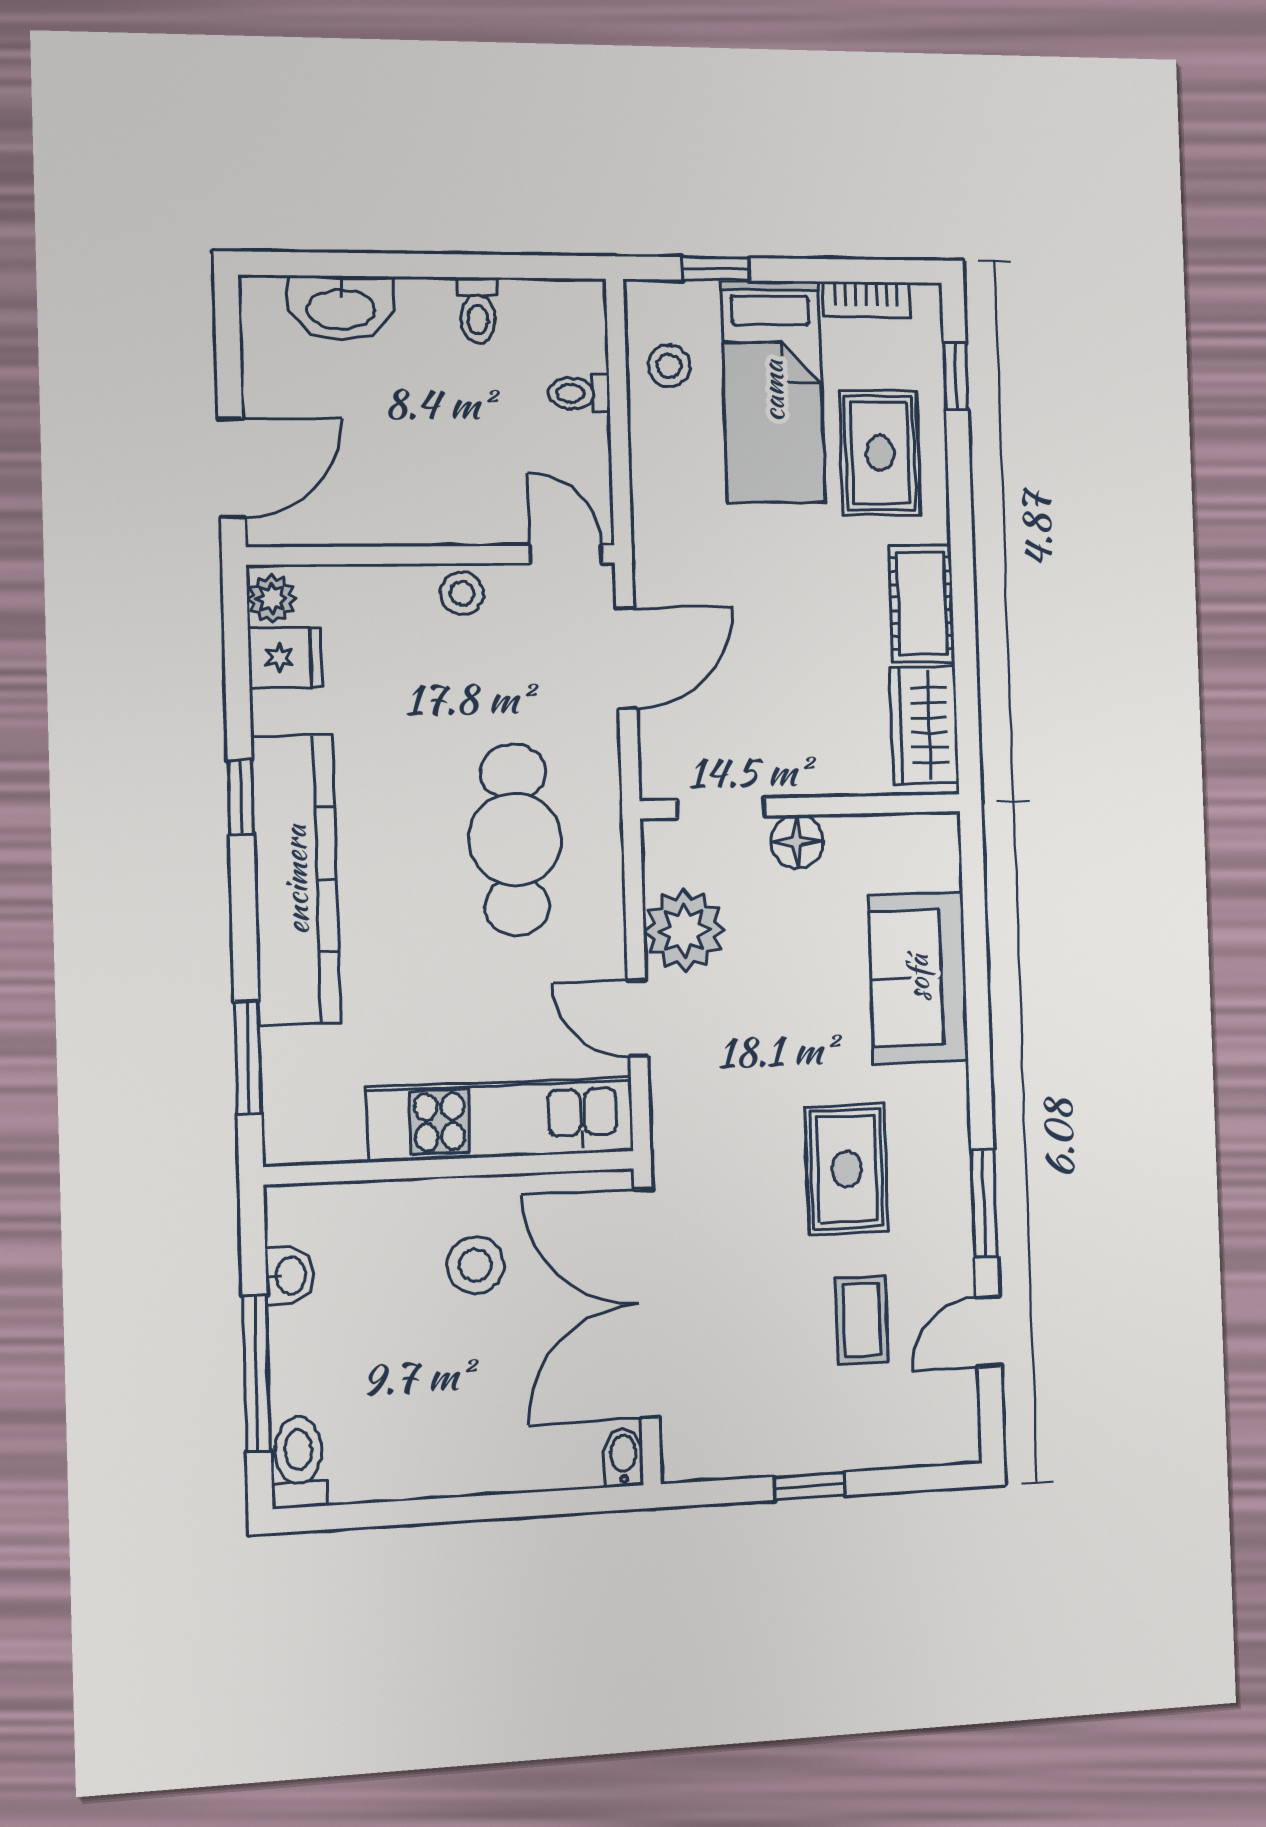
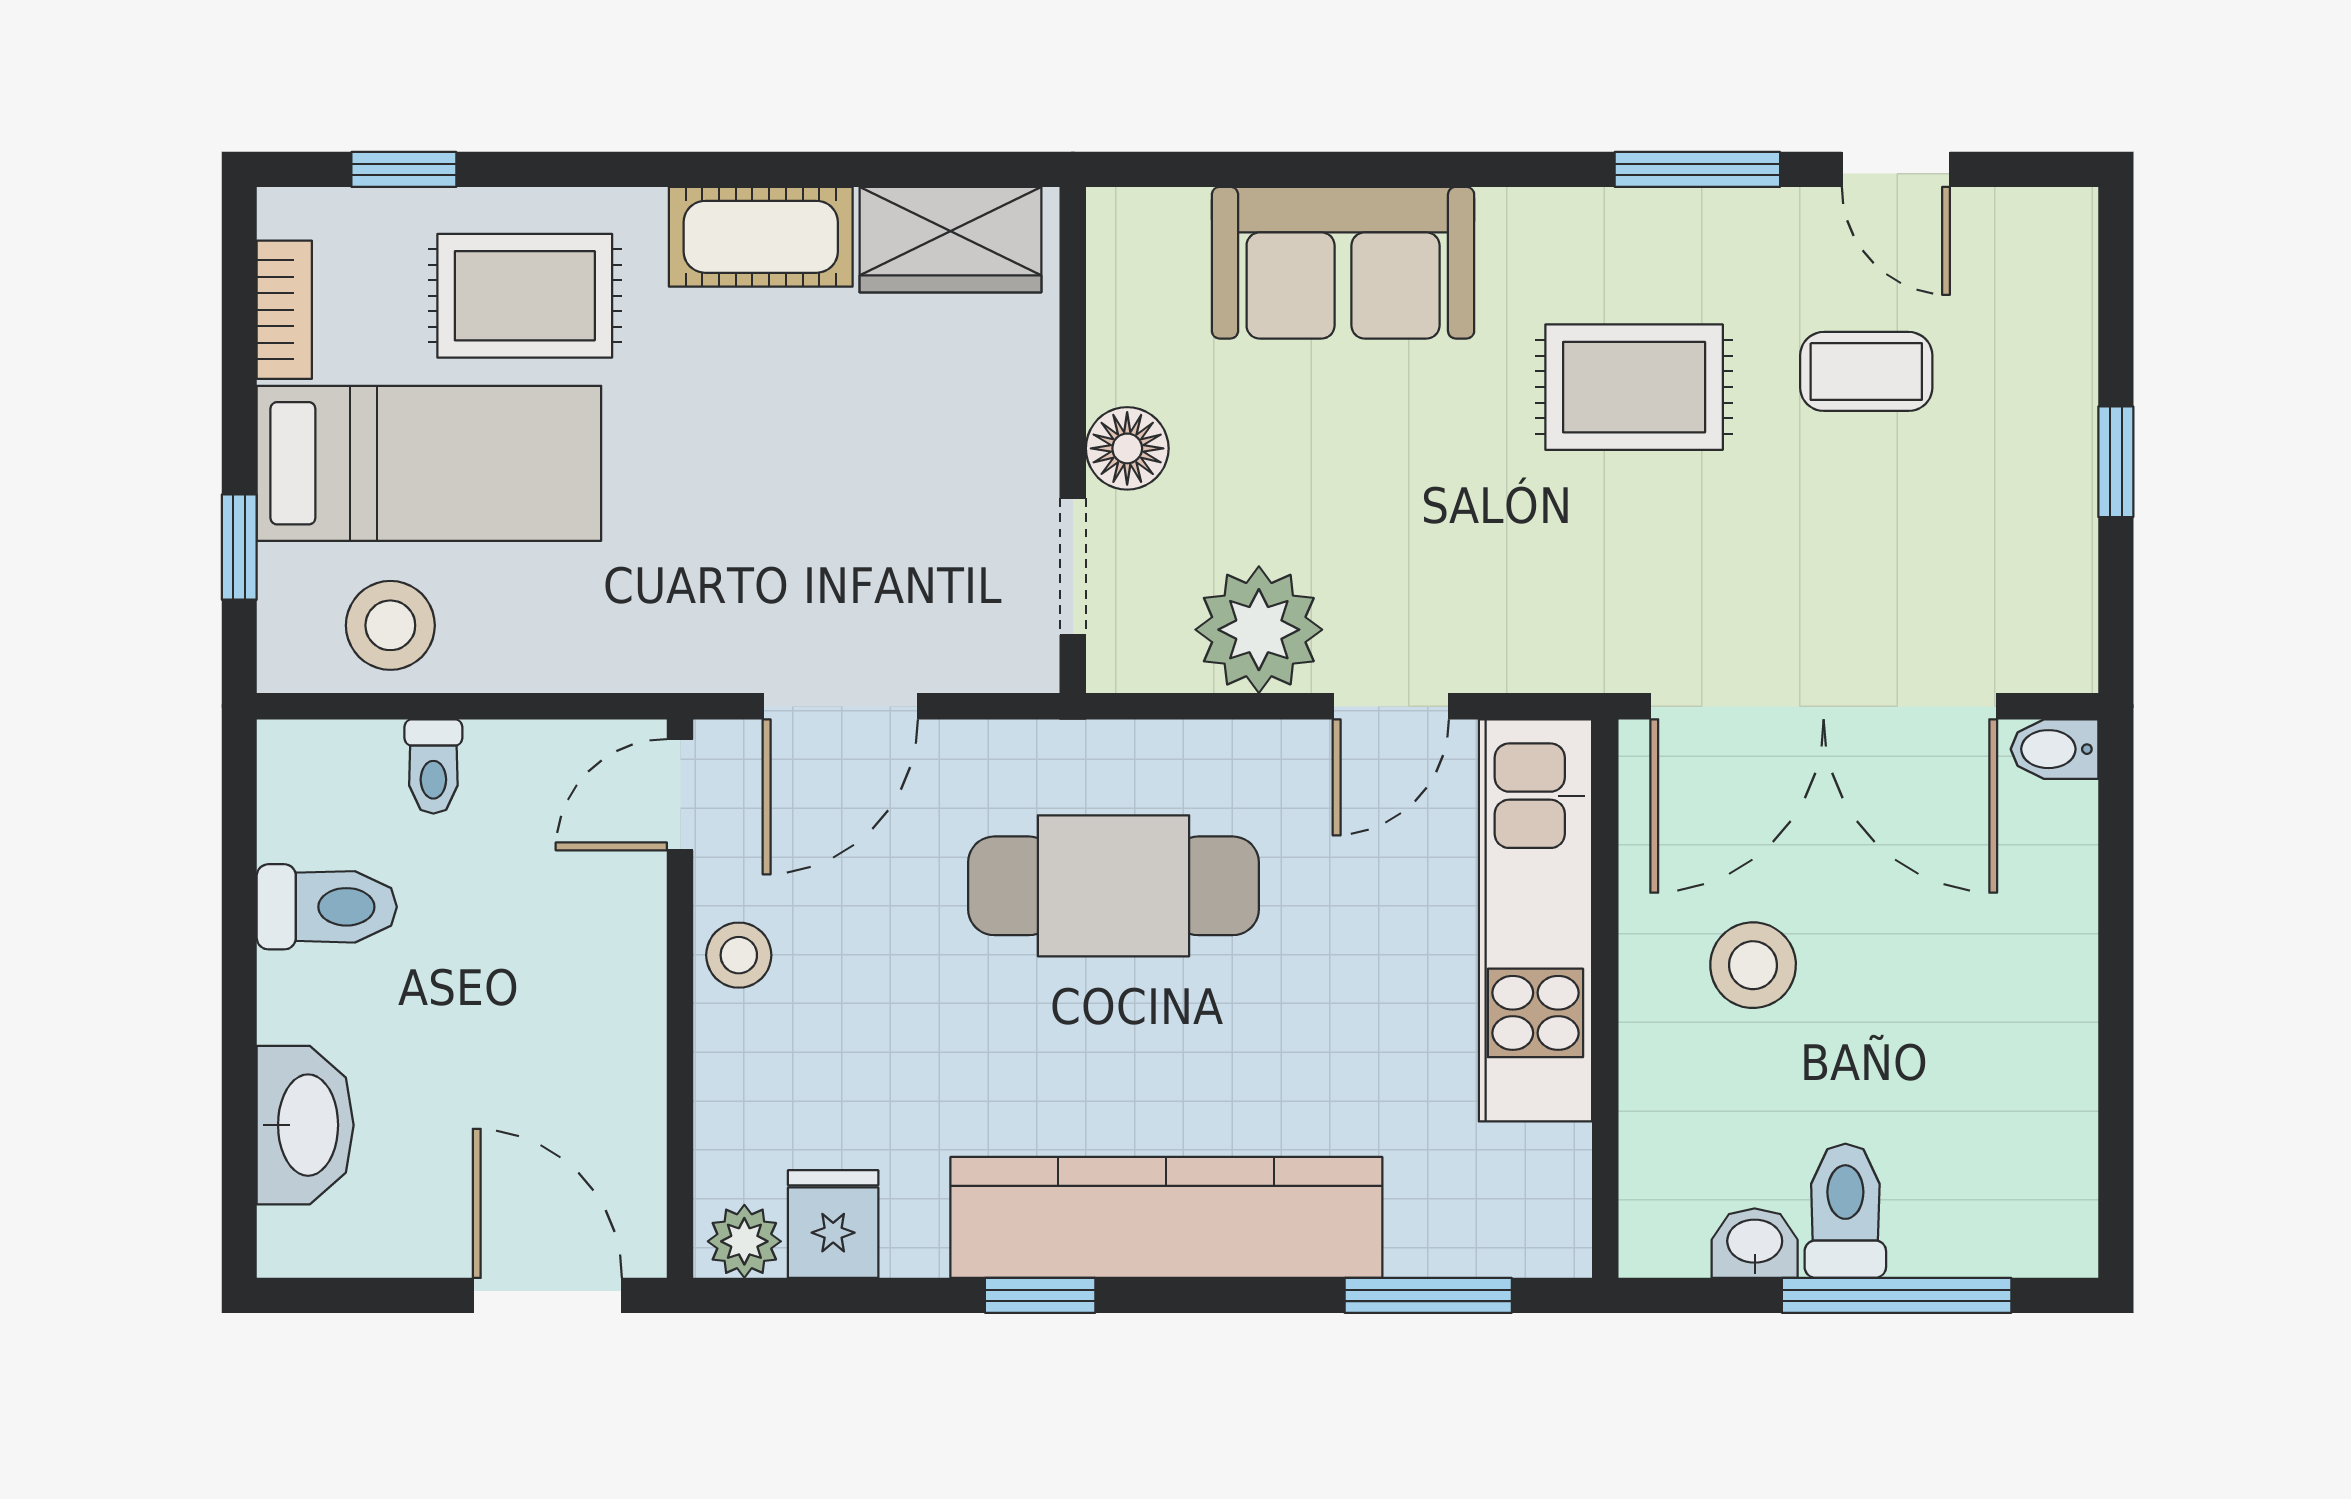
toilet: (478, 310) -> (327, 907), width x1.37, depth x1.39
stool: (669, 366) -> (390, 625), width x1.37, depth x1.37
door: (626, 658) -> (840, 706), swing flipped
toilet: (299, 1462) -> (1845, 1211), moved, turned 90

